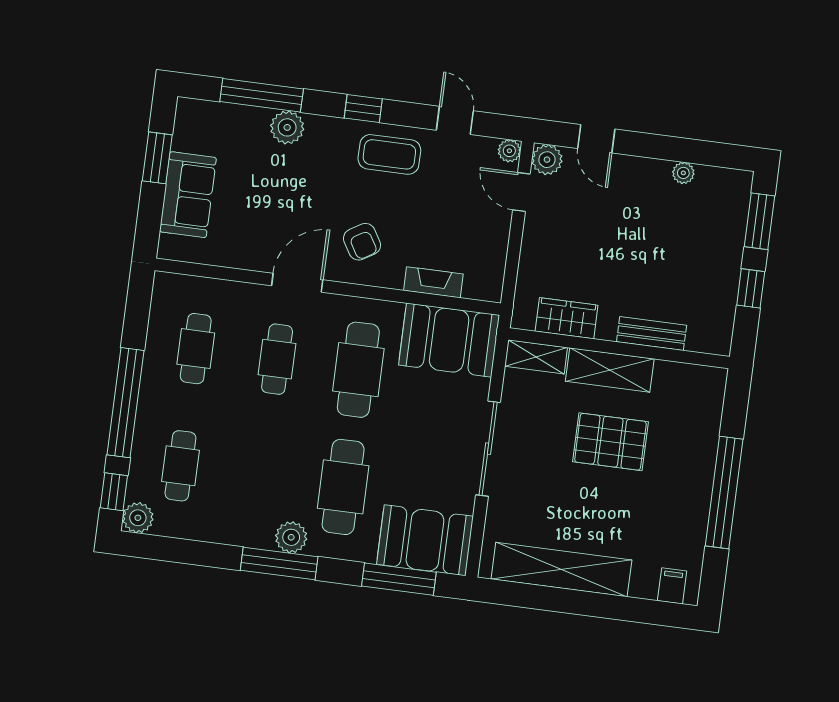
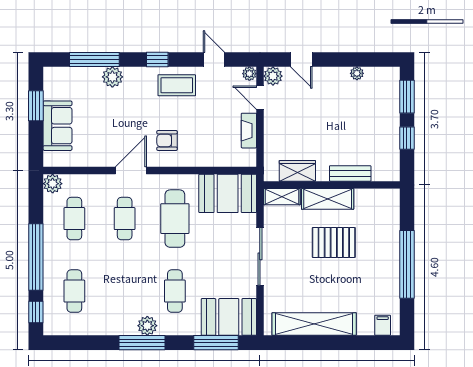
armchair: (362, 242) -> (167, 141), turned 121
fireplace: (433, 282) -> (249, 131), moved, turned -90
cafe table: (343, 487) -> (175, 291), width x0.73, depth x0.74
plant: (138, 518) -> (53, 184), moved

